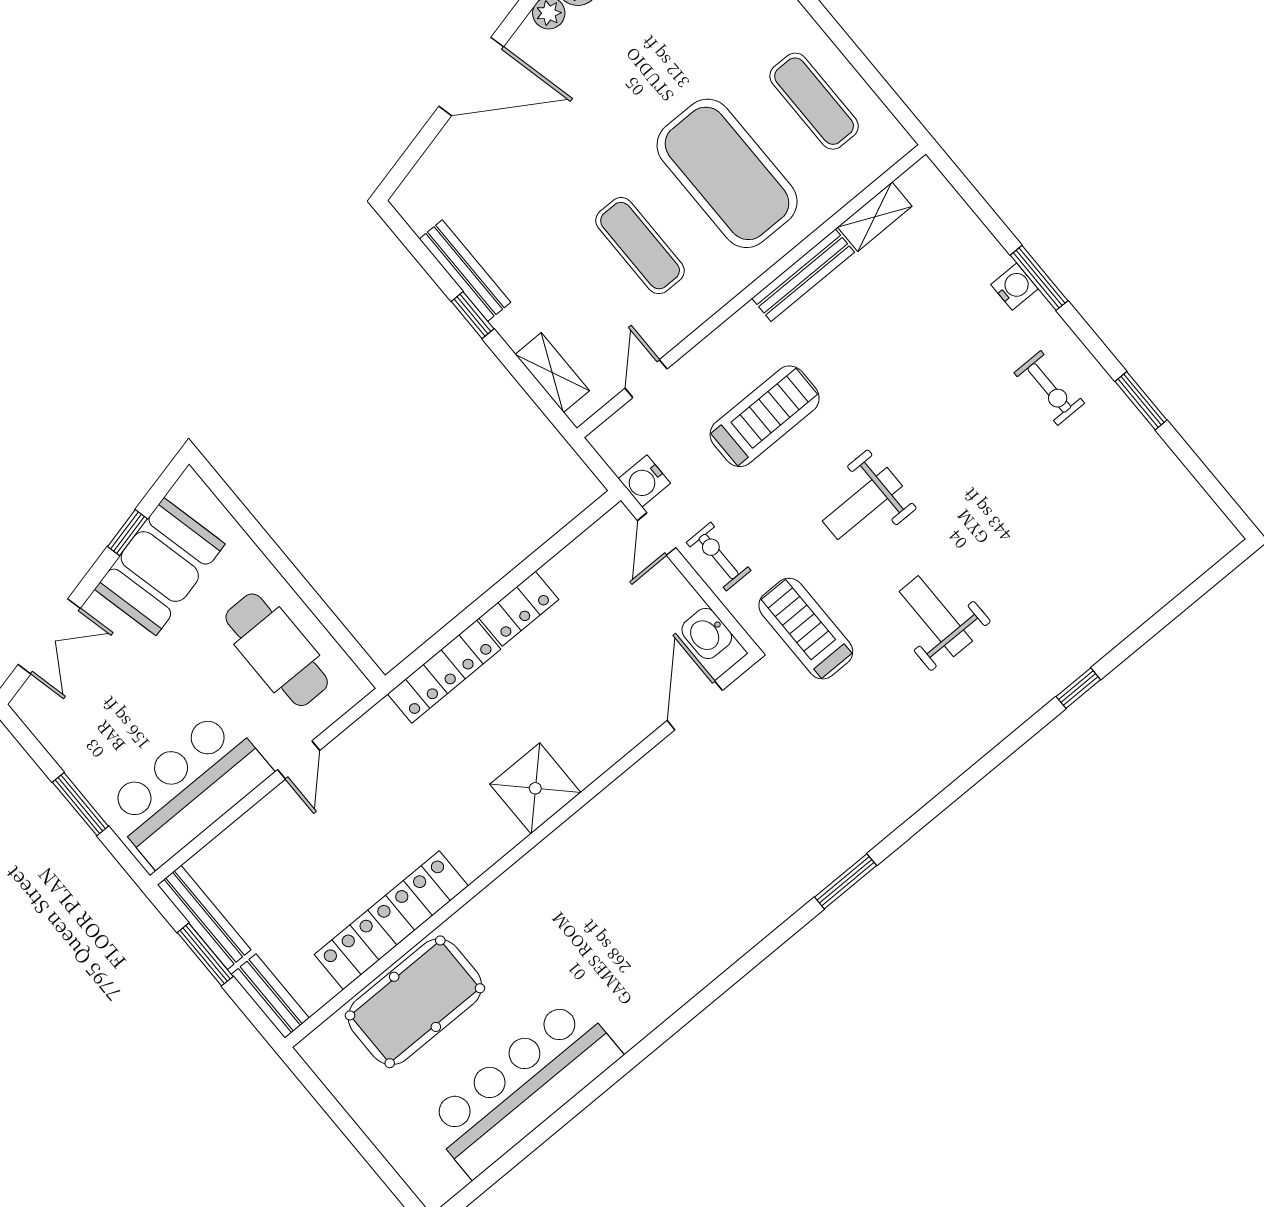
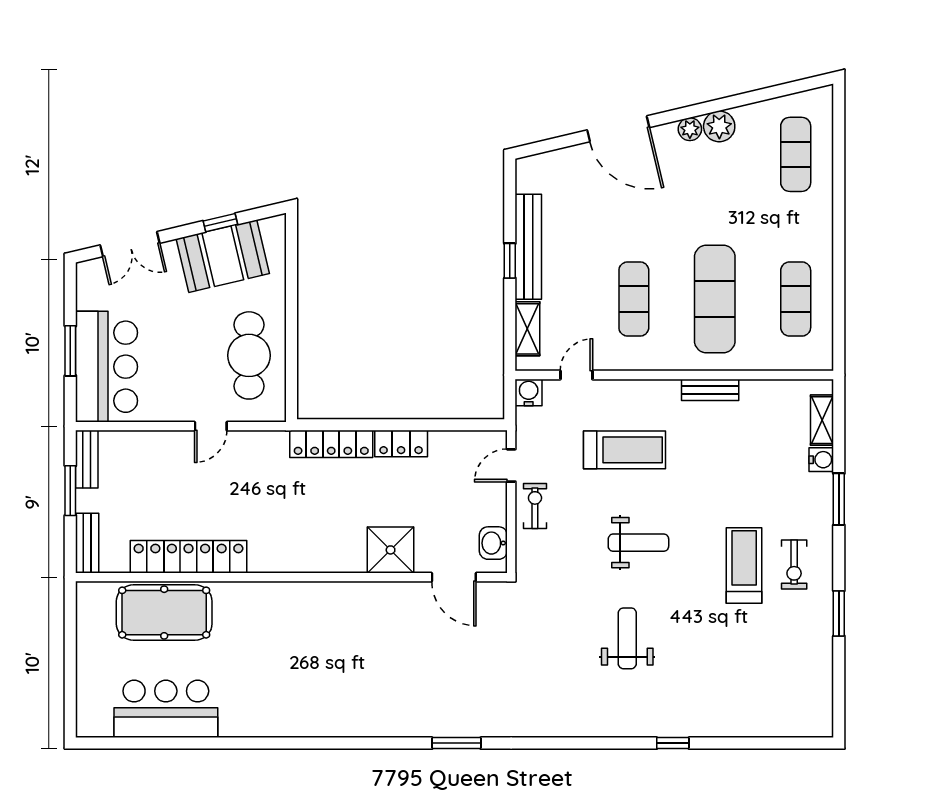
exercise mat: (727, 173) -> (715, 299), width x0.68
shelving: (875, 217) -> (822, 420), moved, turned 90
bench: (465, 271) -> (528, 247), width x1.37, depth x1.21
bench: (803, 275) -> (710, 390), width x0.73
water cooler: (1014, 287) -> (821, 460), moved
water cooler: (644, 481) -> (529, 392), moved, turned 90
weight bench: (862, 503) -> (638, 543), turned 180
treadmill: (806, 629) -> (744, 566), moved
door: (695, 705) -> (454, 577), swing flipped
bar counter: (188, 788) -> (107, 367), moved, turned 90
shower: (535, 788) -> (391, 550), moved
bench: (204, 917) -> (87, 459), width x0.73
bar counter: (523, 1087) -> (166, 709), width x0.73

